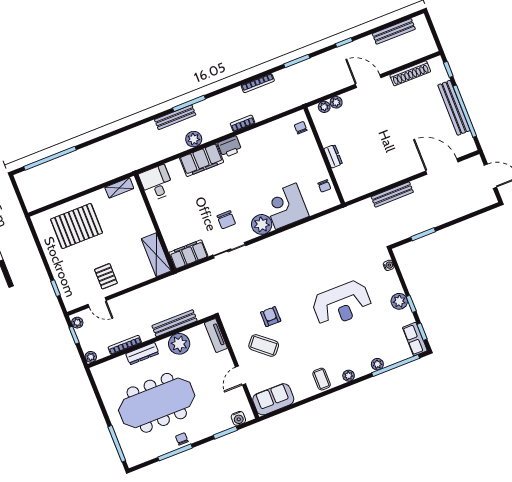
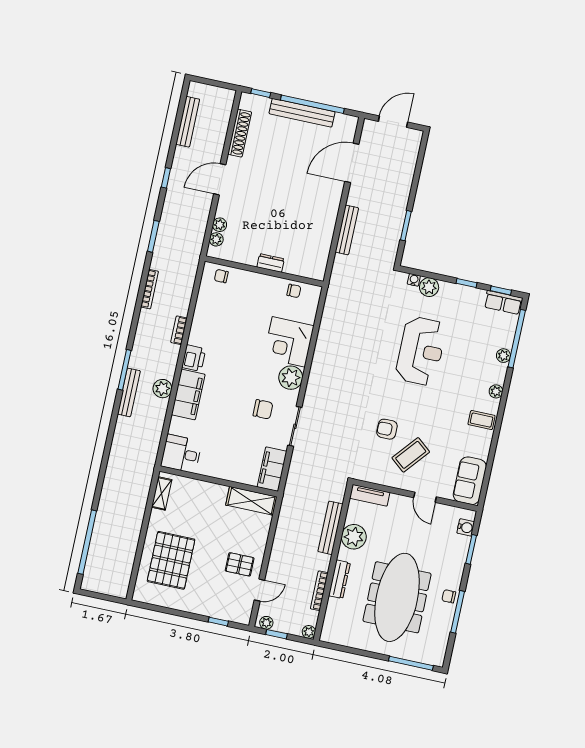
plant: (399, 301) -> (429, 287), moved

